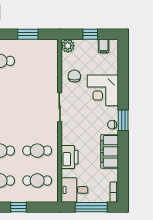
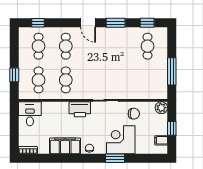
window: (28, 34) -> (172, 71), width x1.44
window: (123, 120) -> (115, 158), moved
printer: (69, 157) -> (80, 109), moved
window: (19, 207) -> (14, 75), moved
window: (91, 207) -> (14, 129), removed

